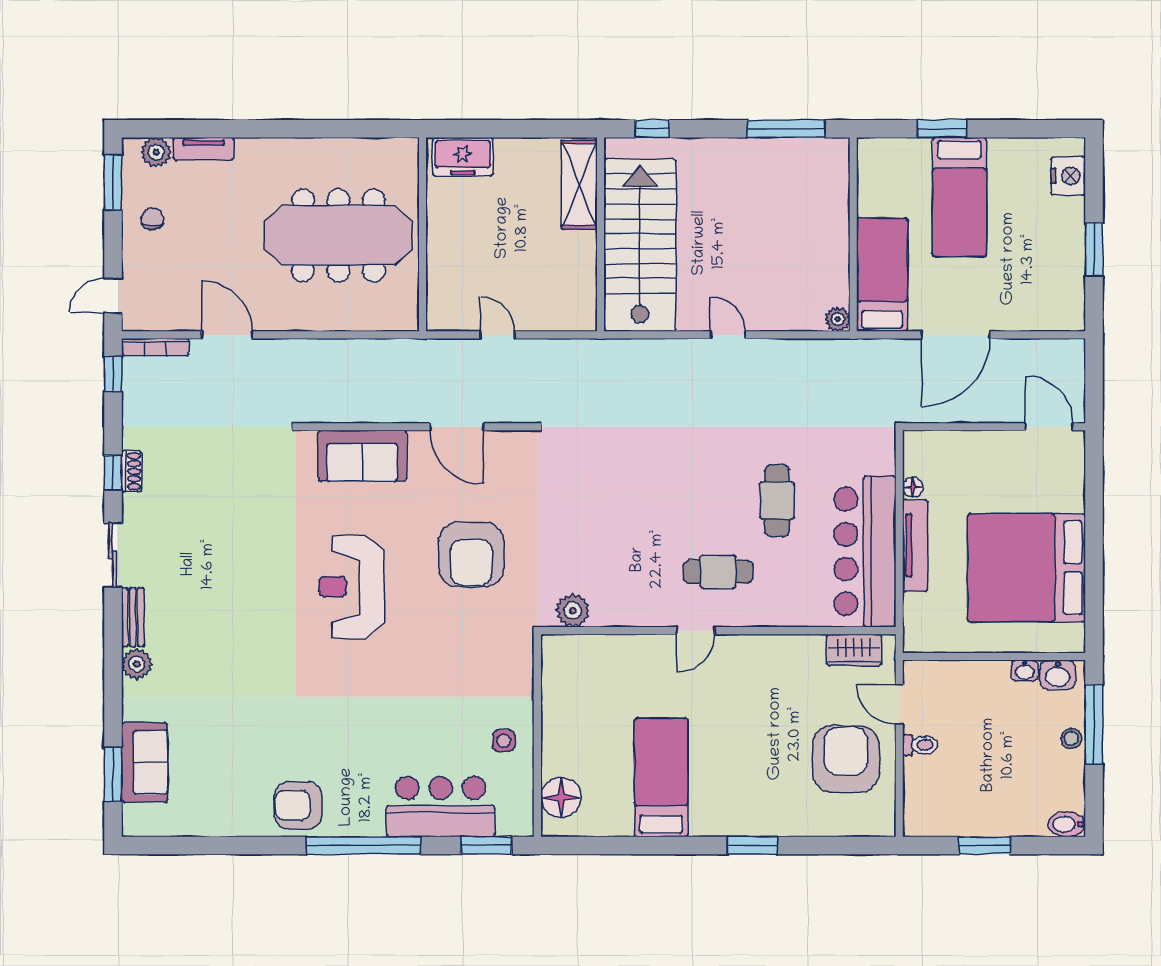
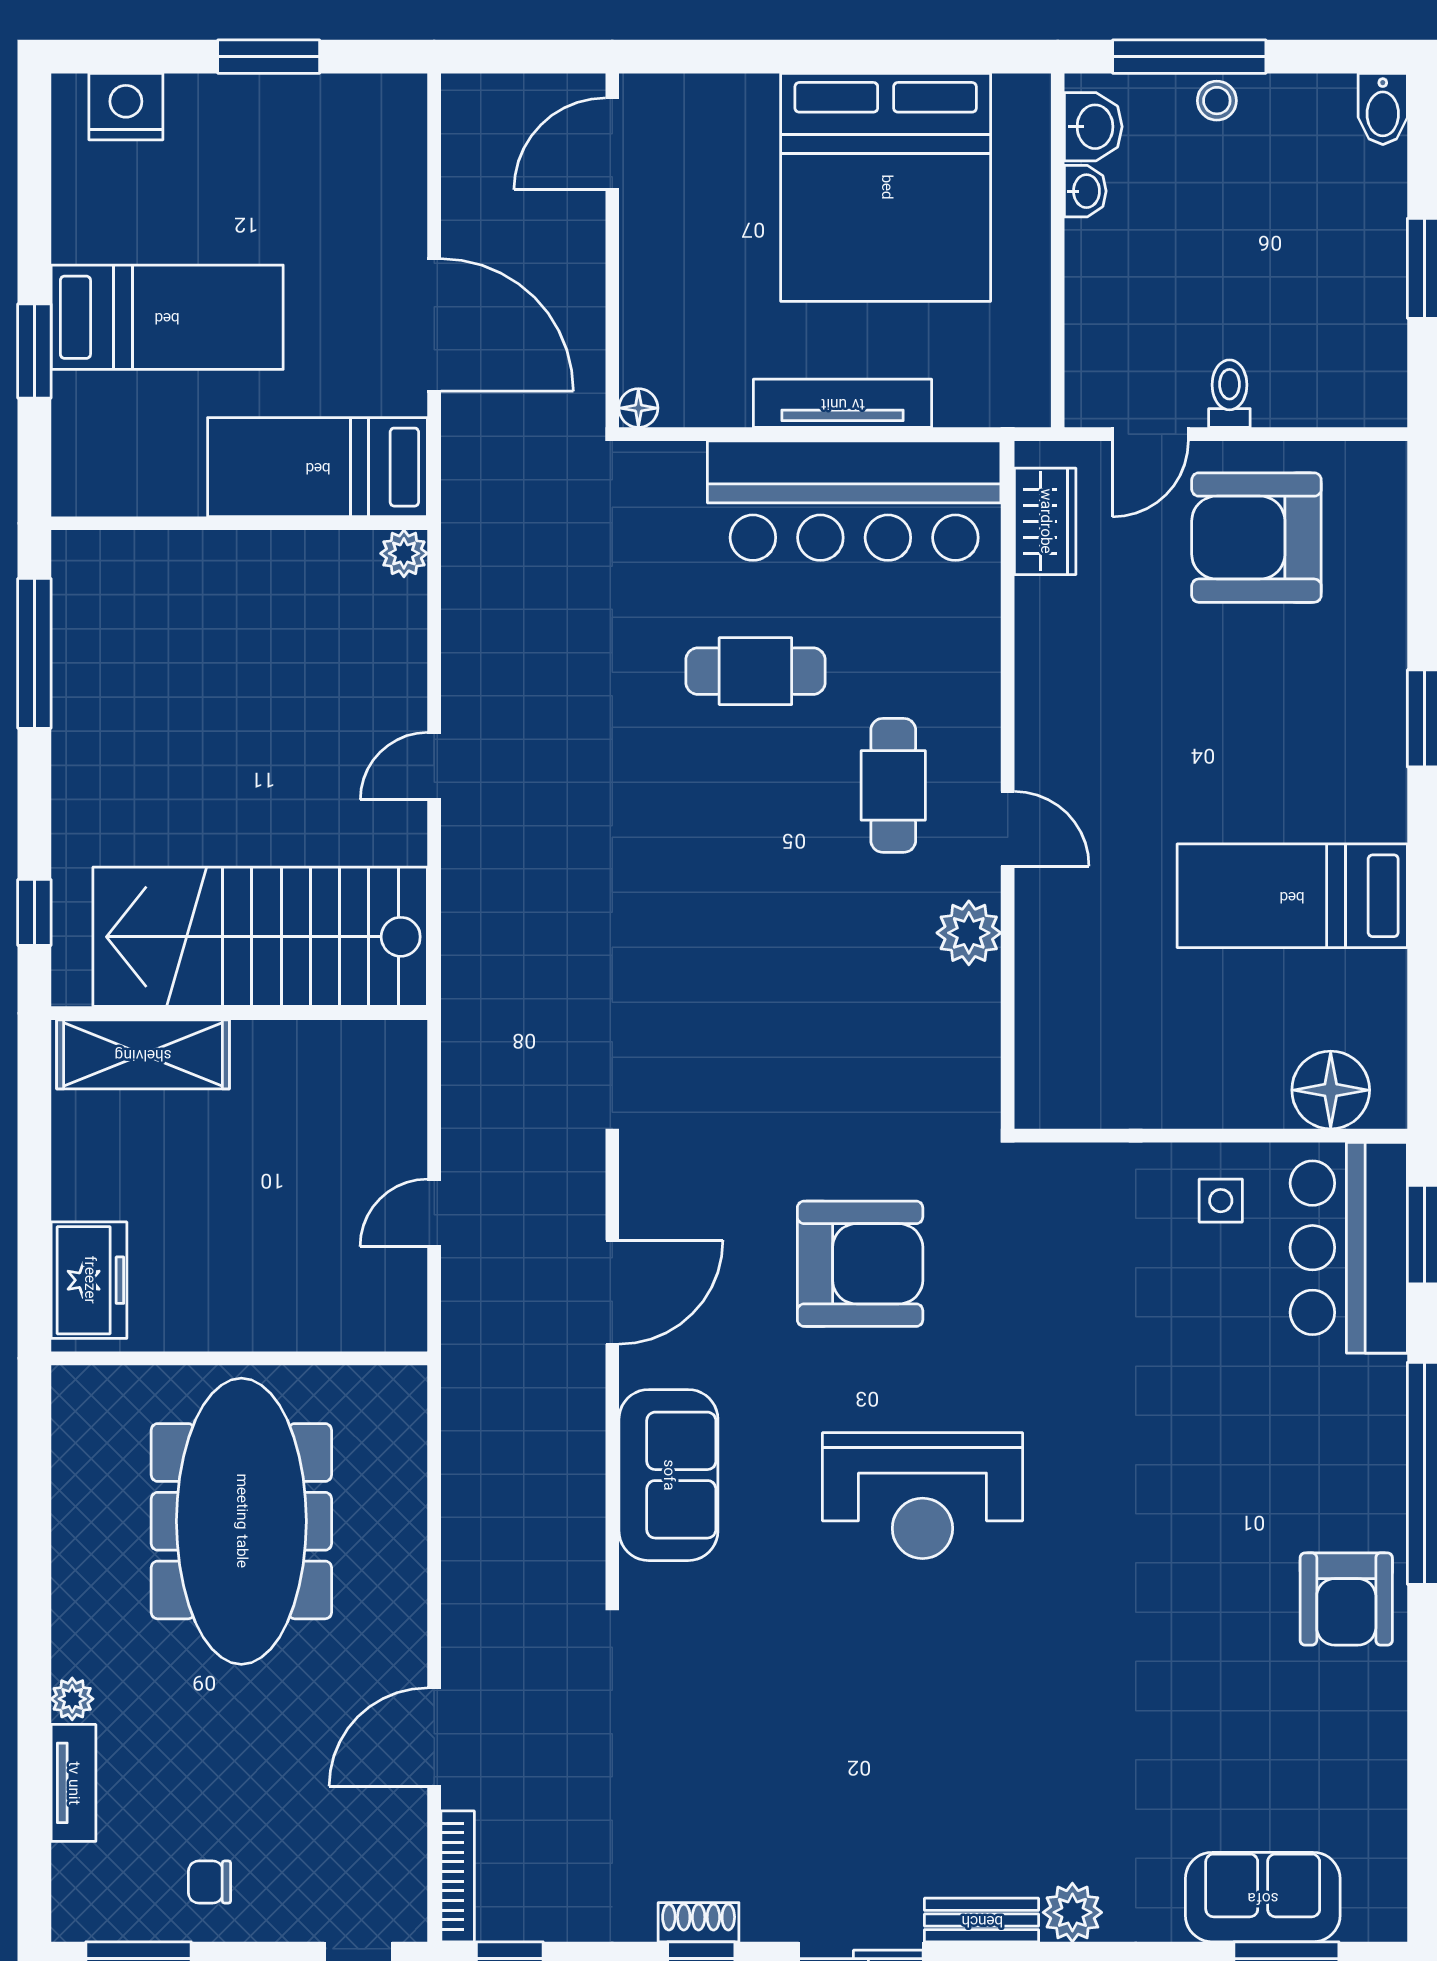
plant: (156, 152) -> (72, 1699), moved, width x0.73, depth x0.73
floor lamp: (913, 487) -> (638, 408), moved
plant: (573, 611) -> (969, 933), moved
bar counter: (441, 807) -> (1349, 1248), moved

